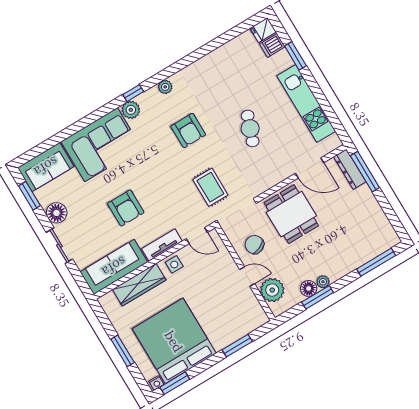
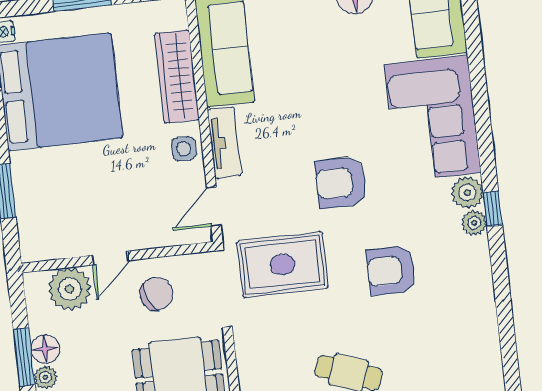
plant: (165, 87) -> (474, 223), moved
rug: (210, 187) -> (283, 265), width x1.36, depth x1.43
armchair: (126, 208) -> (341, 183), moved

